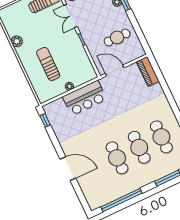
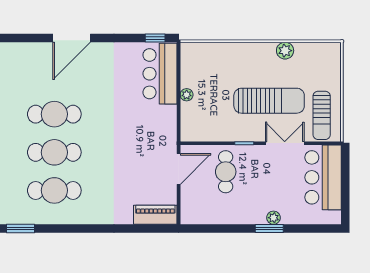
cafe table: (117, 37) -> (226, 172), moved
sun lounger: (48, 64) -> (269, 101), moved, width x1.36, depth x1.34
bar counter: (85, 98) -> (160, 74), moved

